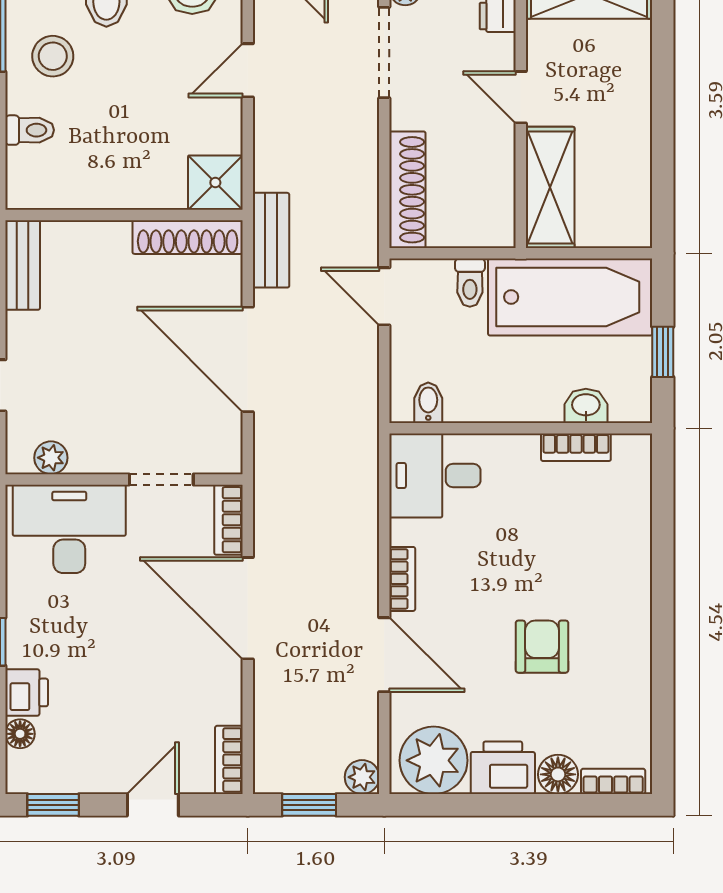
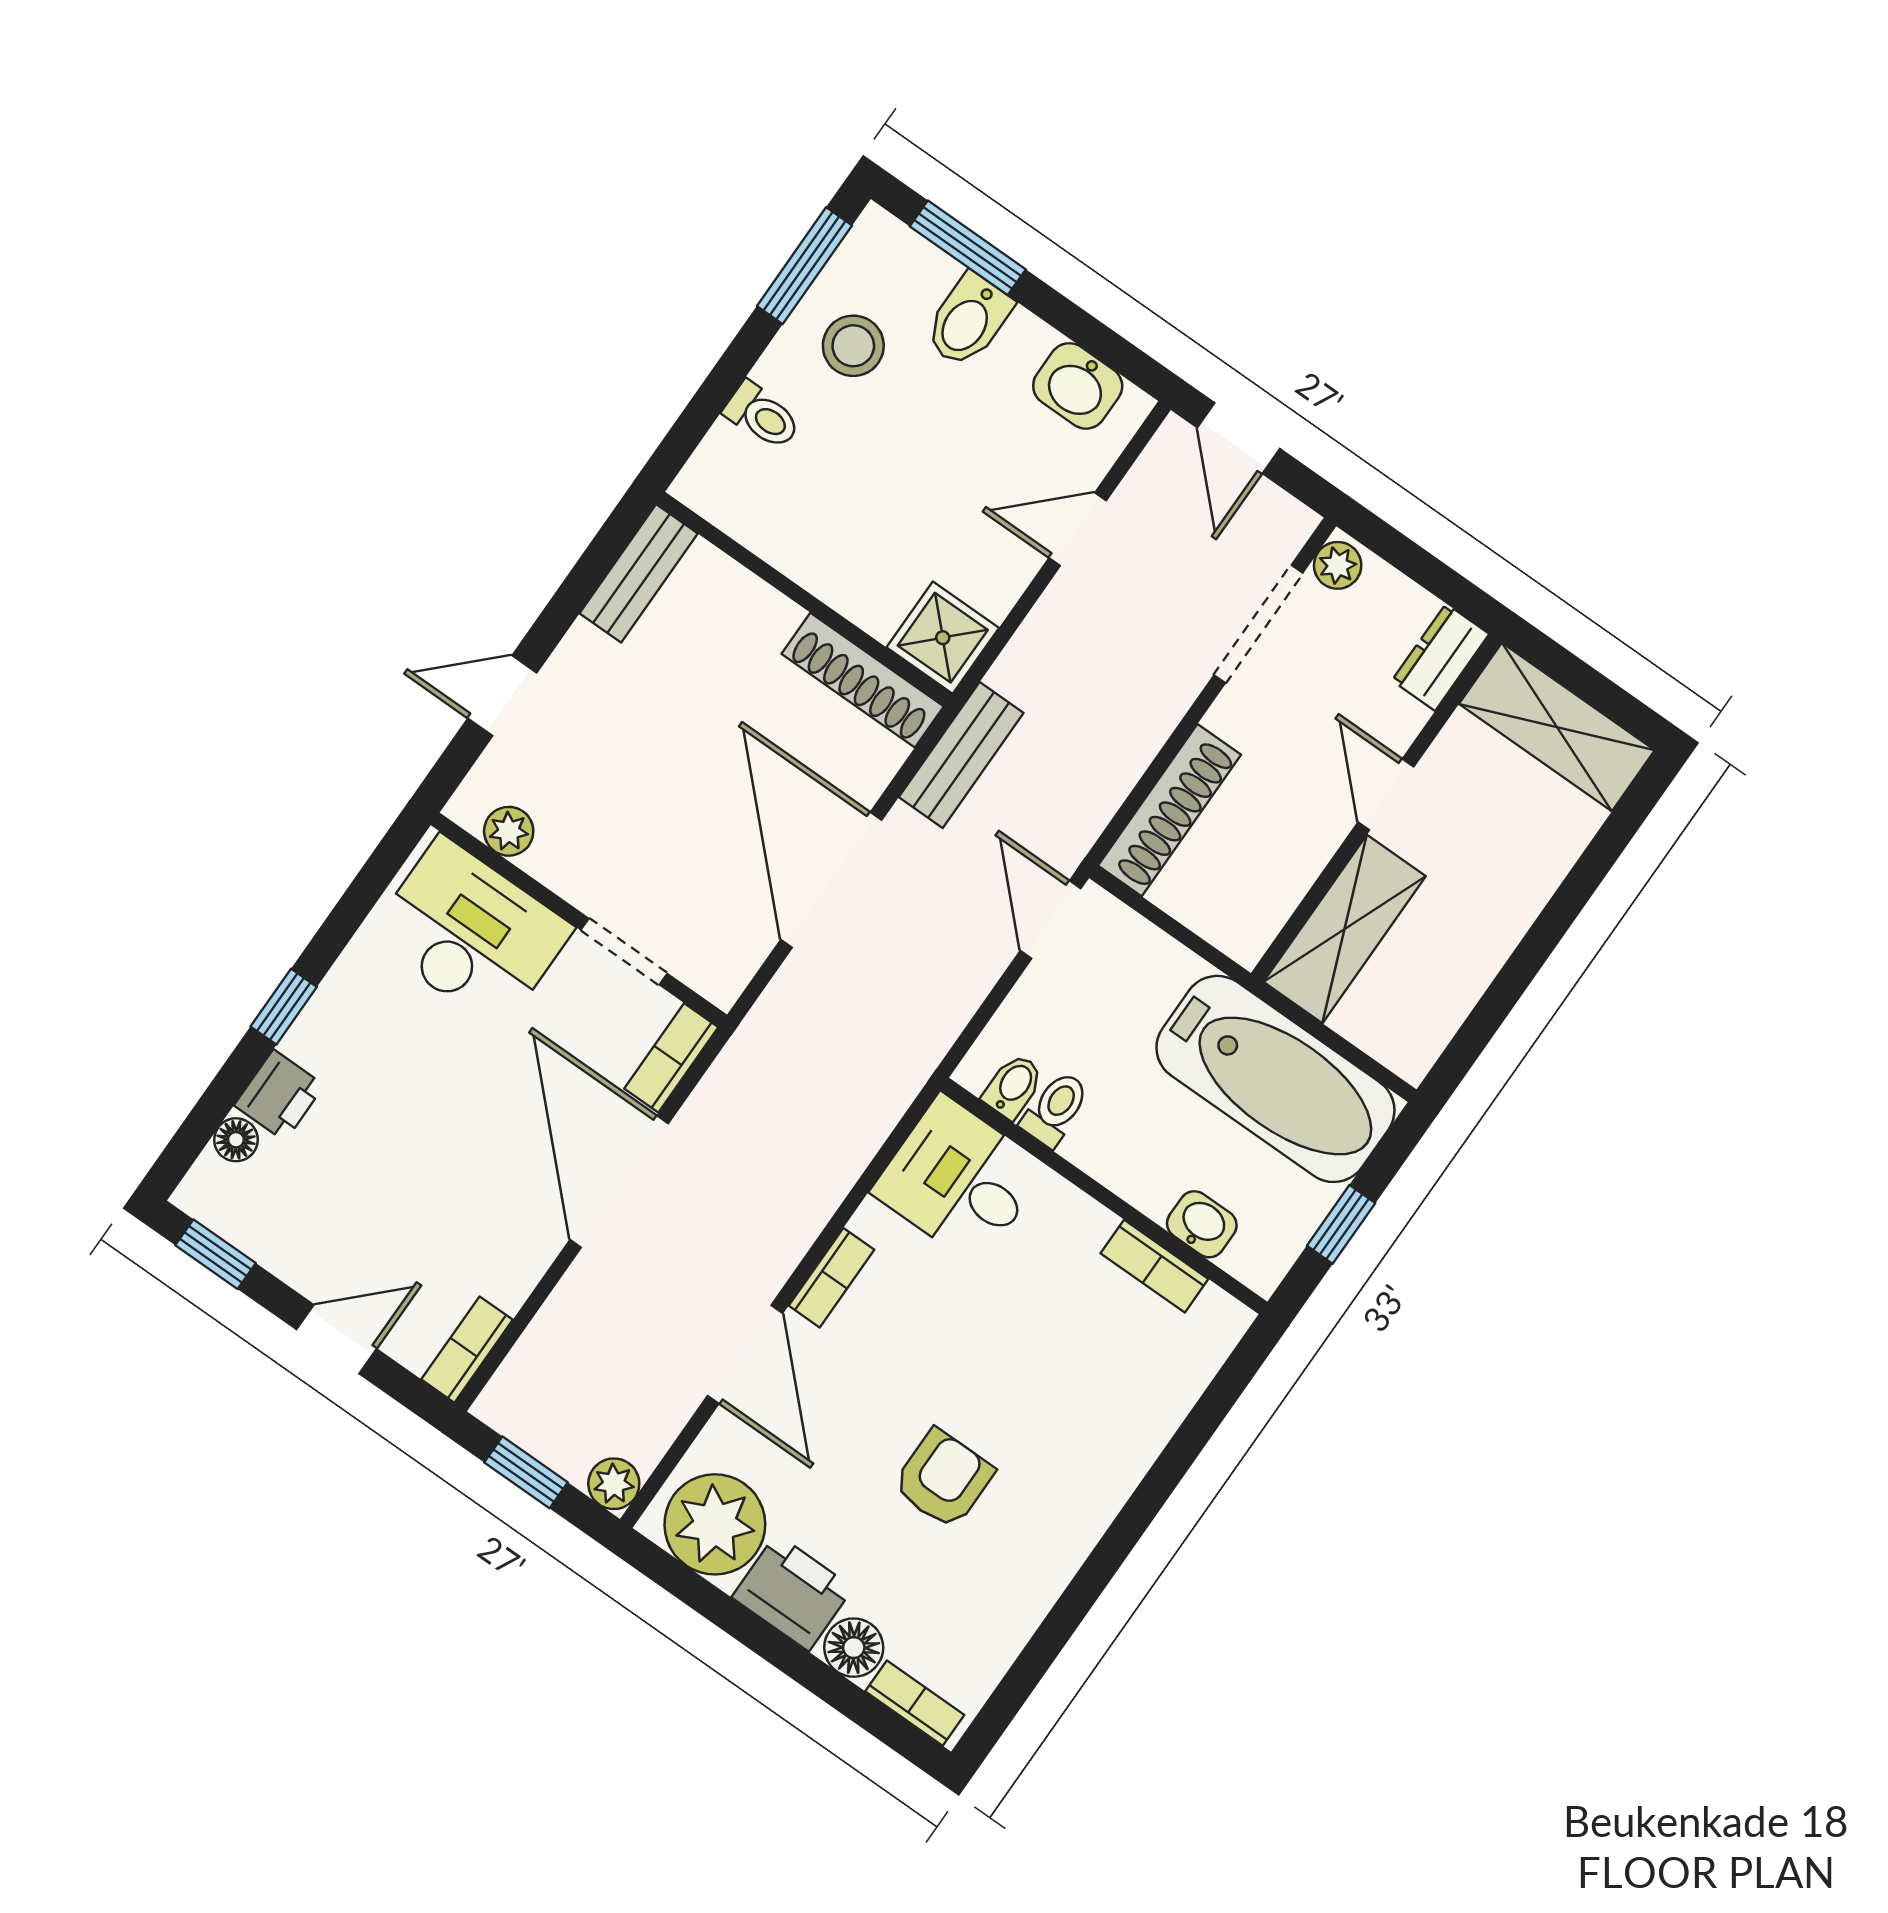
toilet: (470, 283) -> (1055, 1109), moved, turned 180

